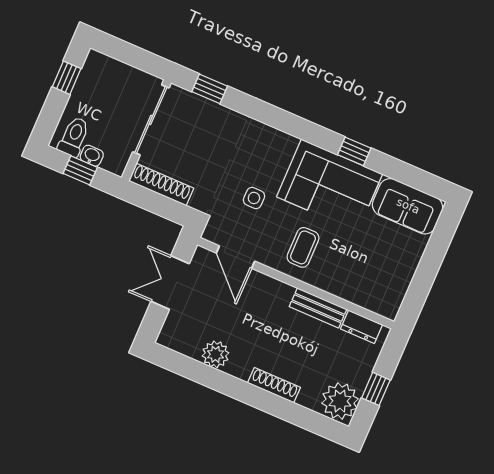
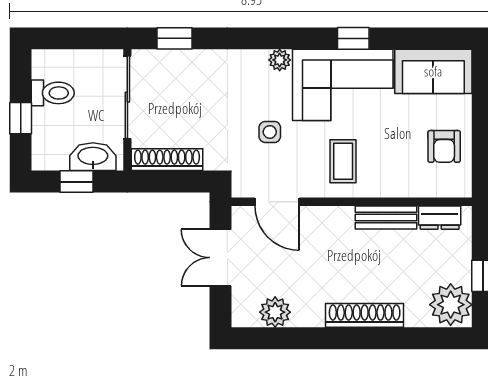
window: (67, 78) -> (21, 118), moved
toilet: (74, 137) -> (53, 93), moved, turned 90
plant: (287, 143) -> (280, 60), added
washbasin: (92, 156) -> (93, 157), width x1.91, depth x1.45
armchair: (390, 271) -> (444, 146), added
plant: (215, 354) -> (275, 312), moved
shoe rack: (274, 385) -> (365, 315), width x1.36, depth x1.24

